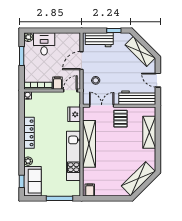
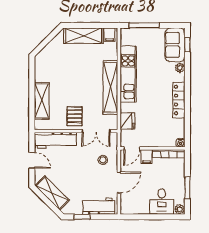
shelving: (138, 179) -> (84, 36), moved, turned 45

